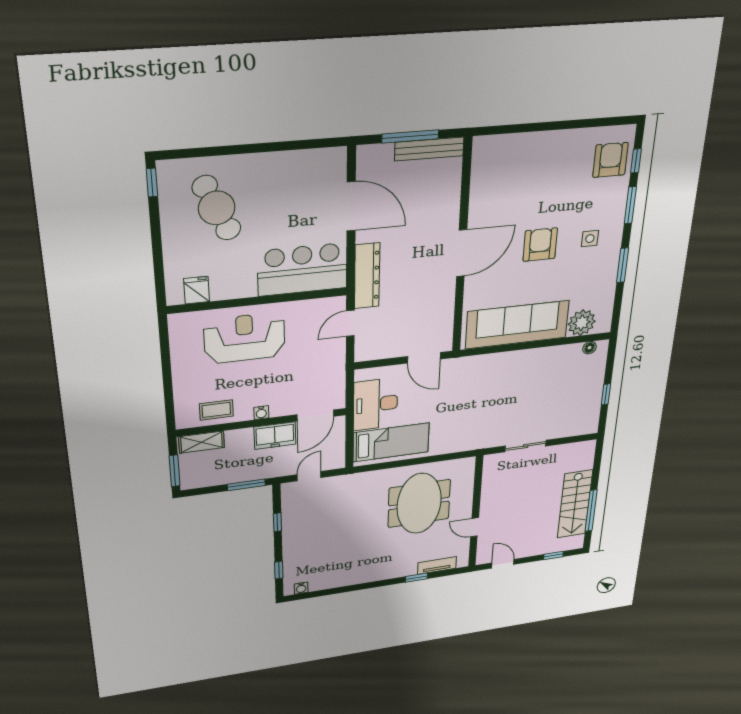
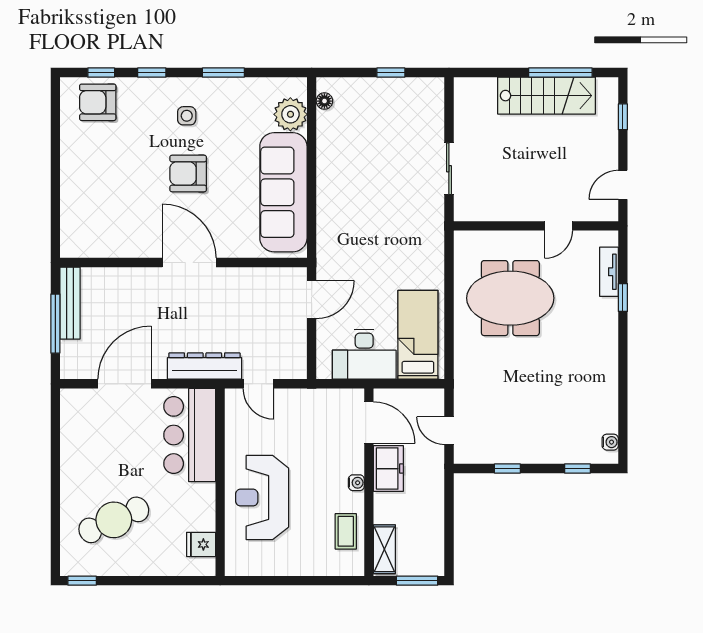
window: (630, 205) -> (152, 73), width x0.67
window: (246, 485) -> (449, 503), removed

